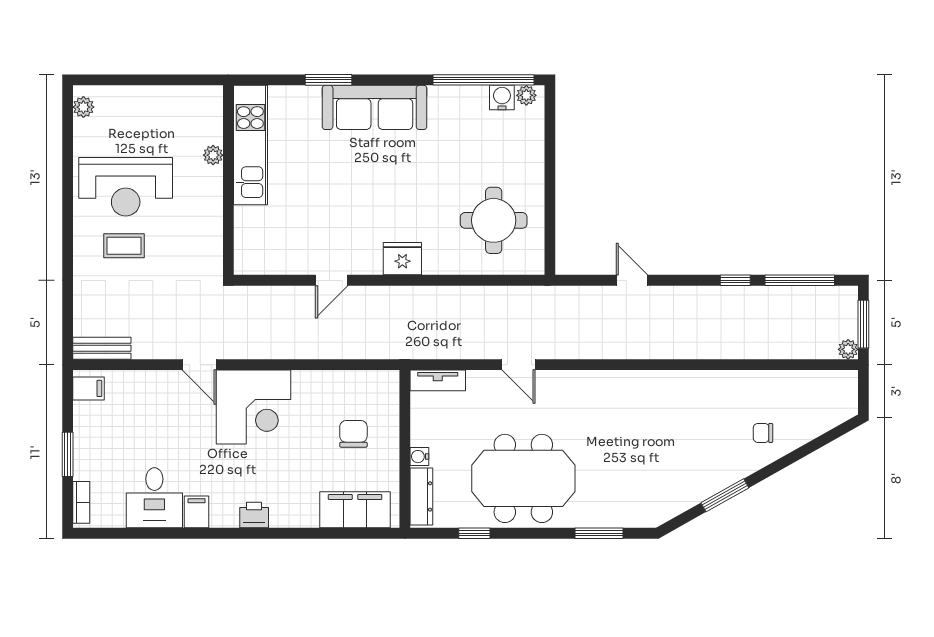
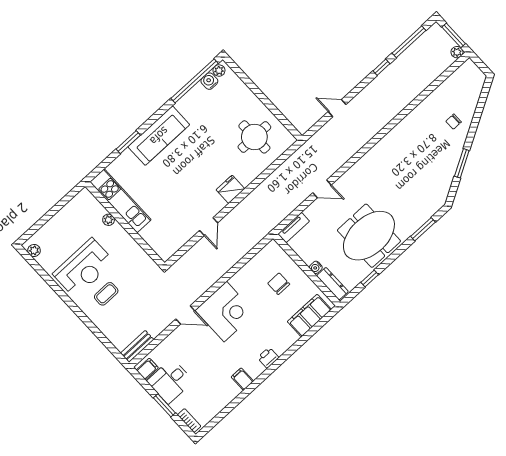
desk: (154, 498) -> (170, 381), moved, turned 90

